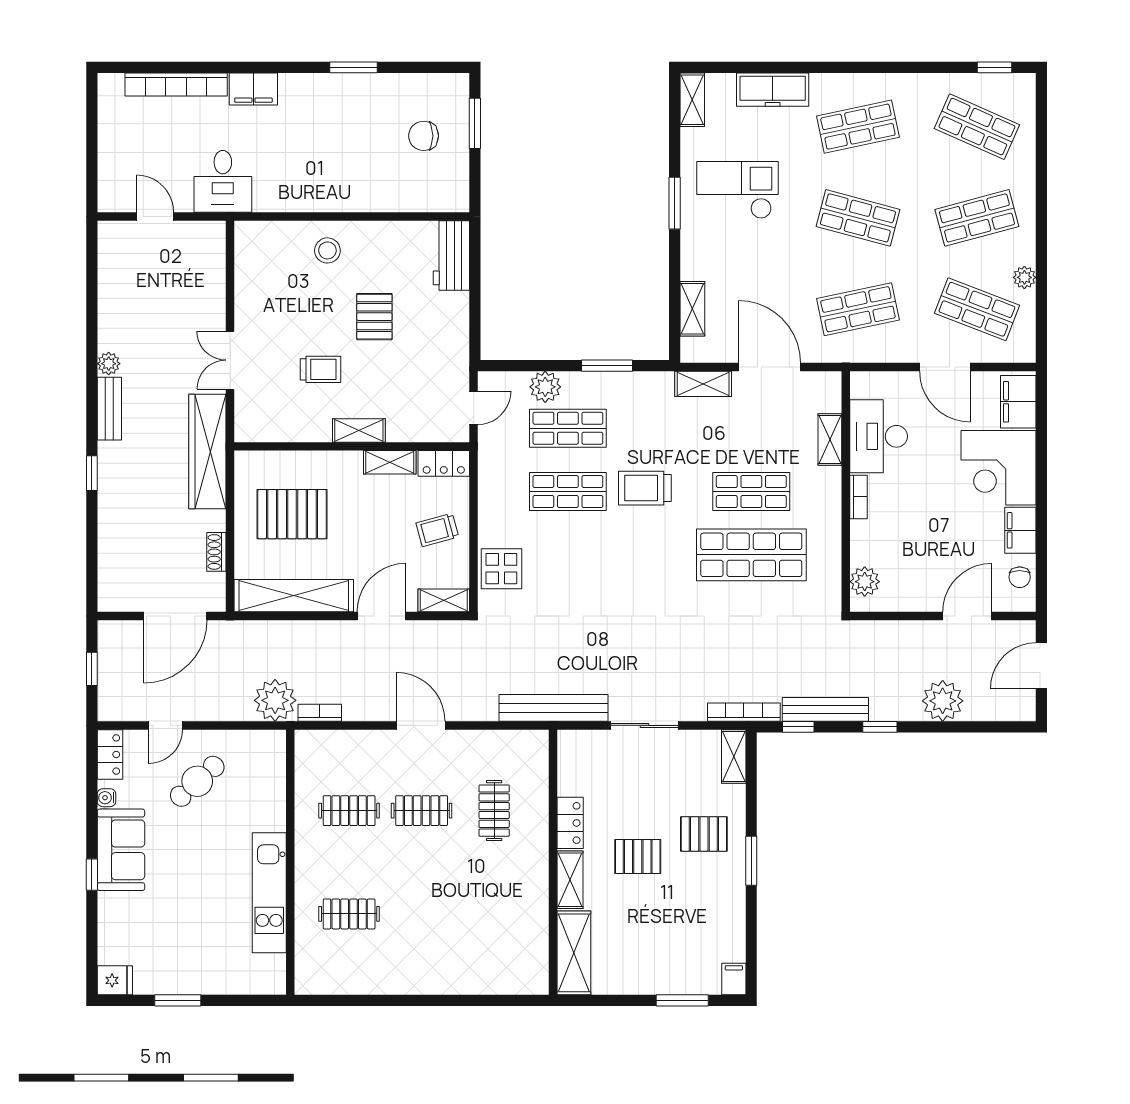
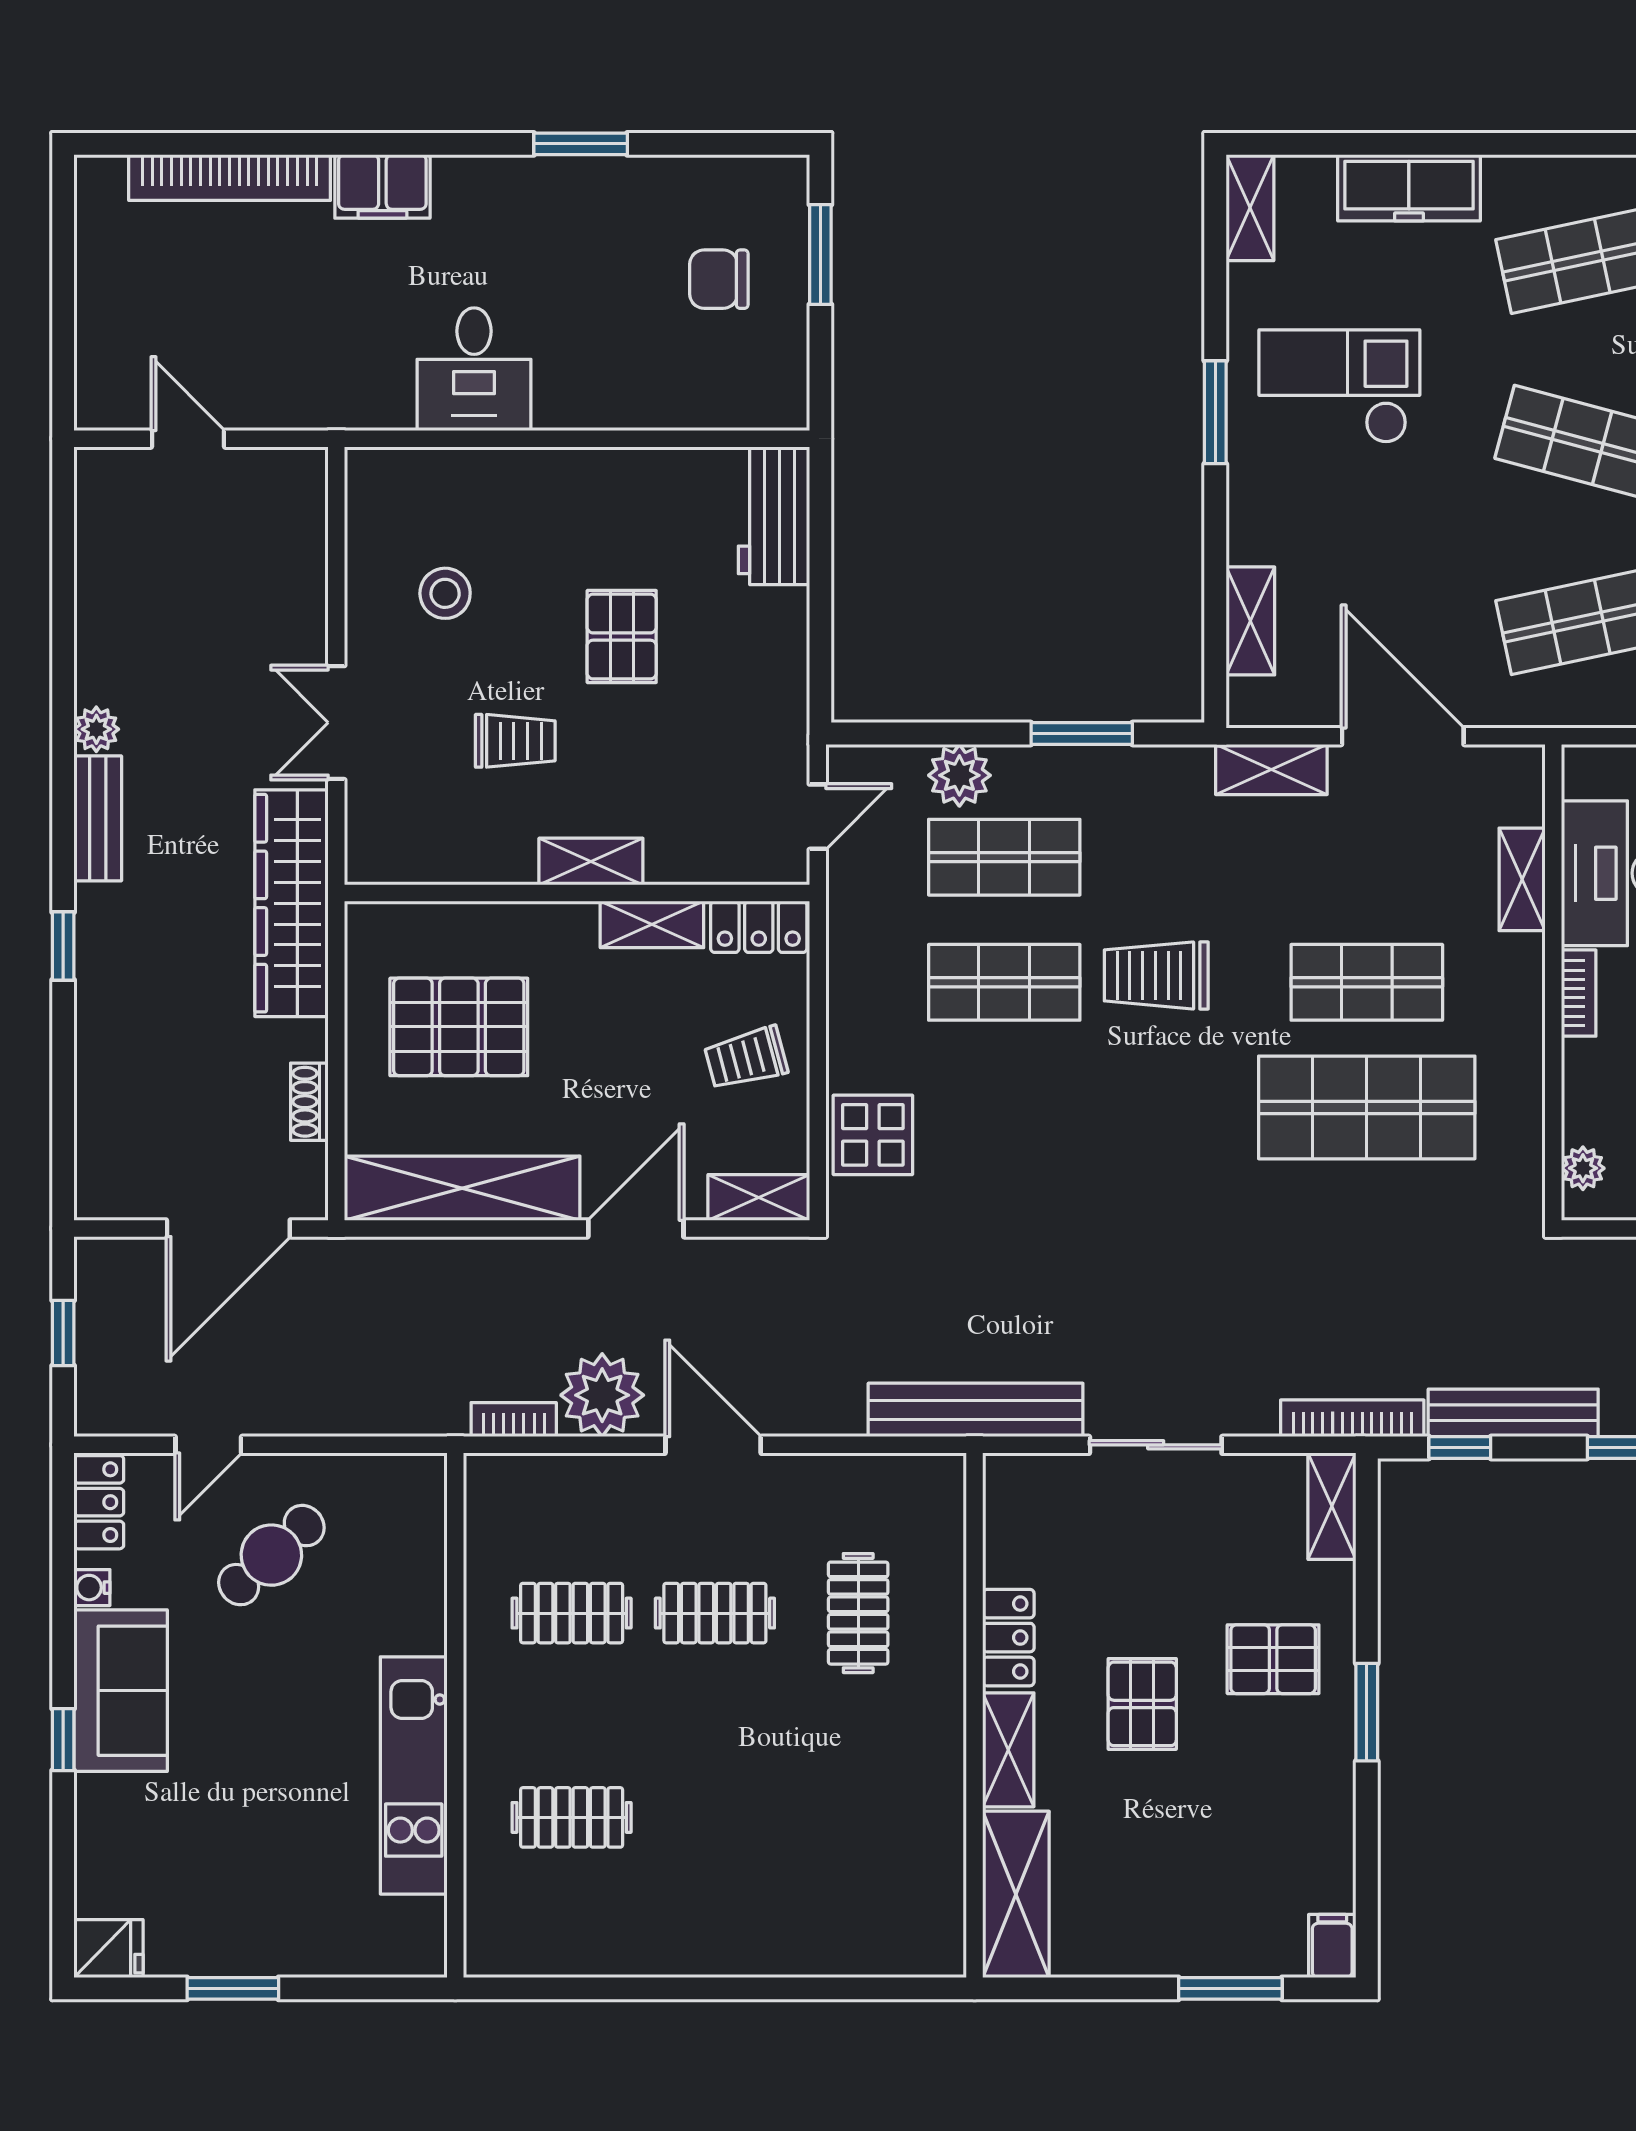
desk: (223, 181) -> (474, 369), moved
stool: (327, 250) -> (445, 593), moved
plant: (865, 582) -> (1583, 1168), width x0.73, depth x0.73
plant: (275, 700) -> (602, 1395), moved
pallet: (638, 857) -> (1142, 1704), turned 90

